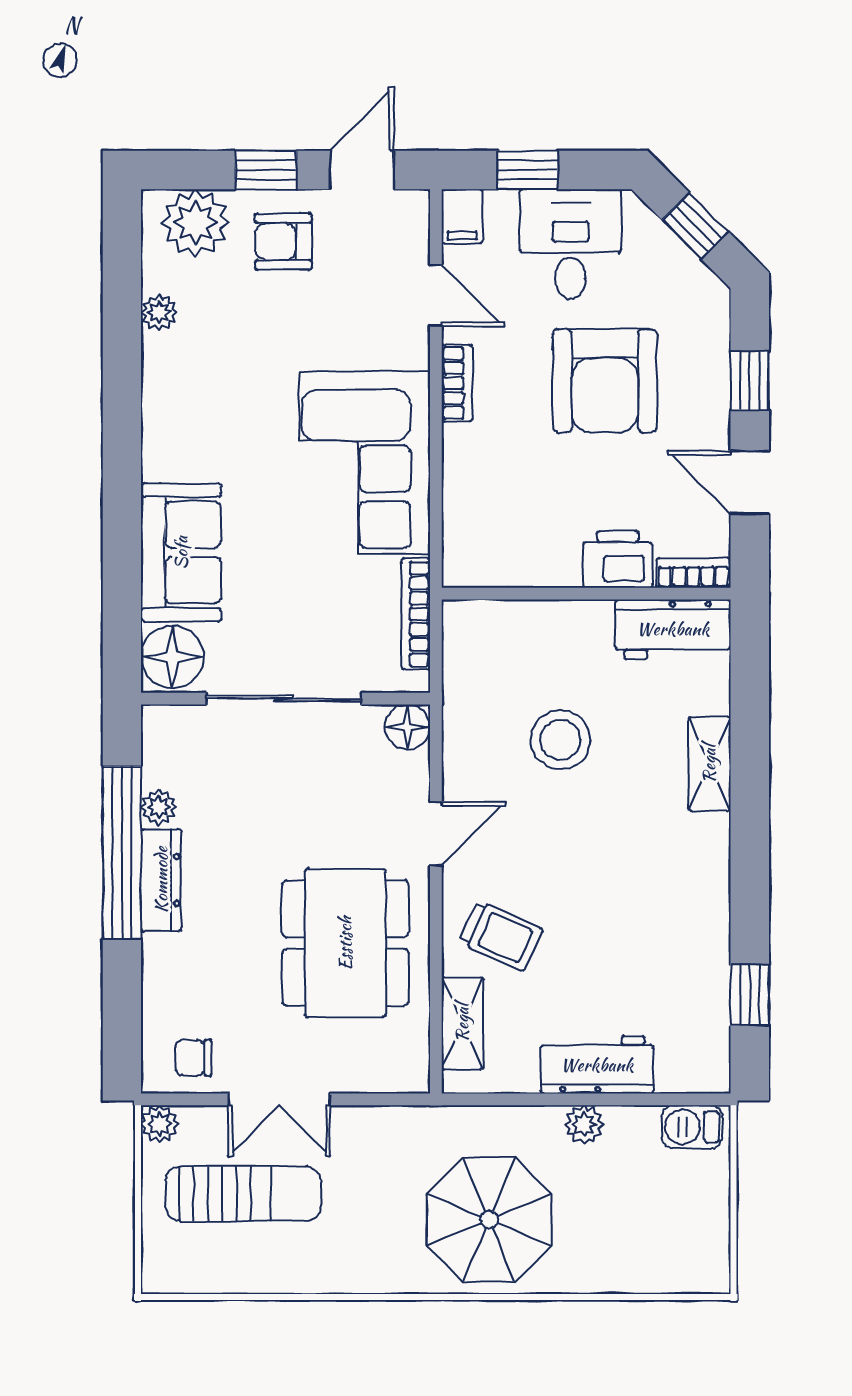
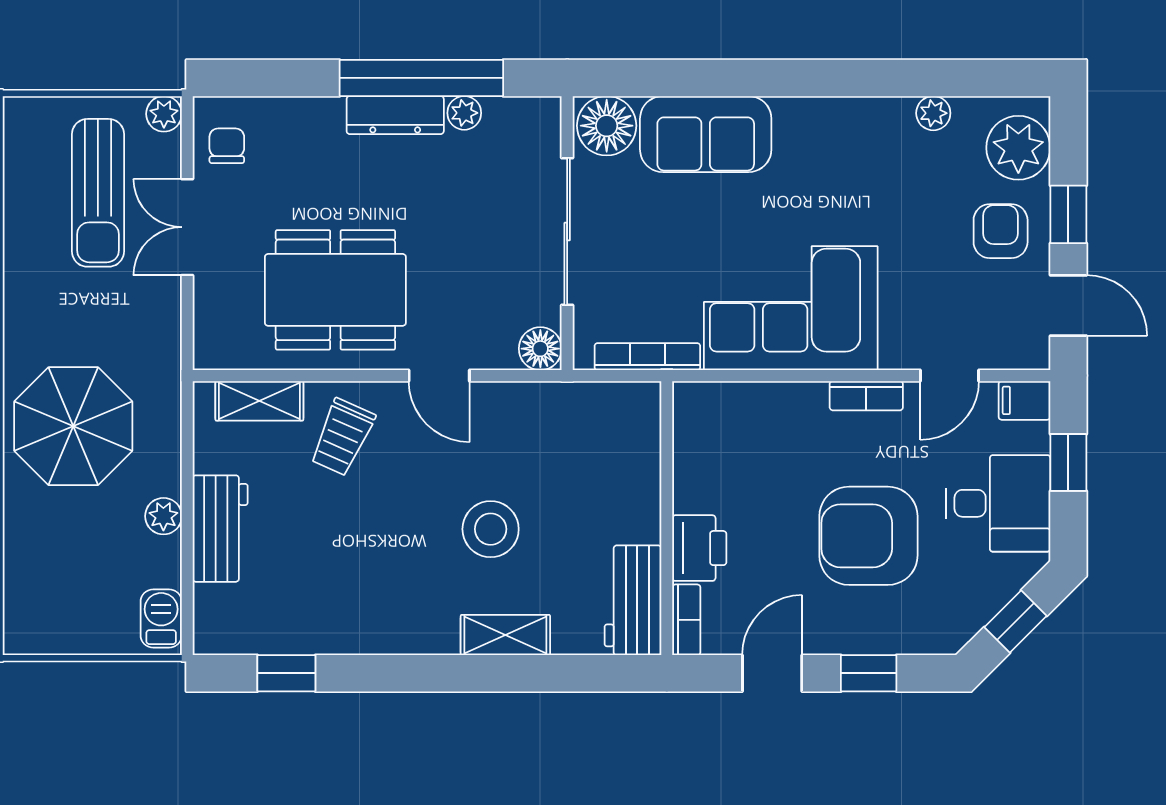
stool: (560, 740) -> (491, 529), moved

